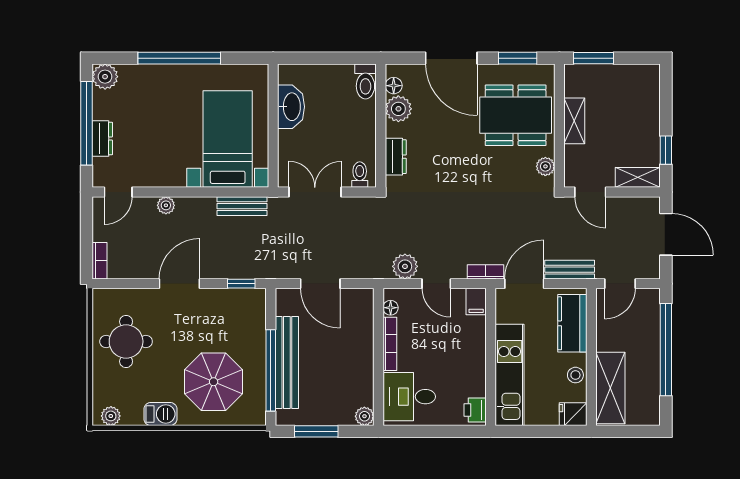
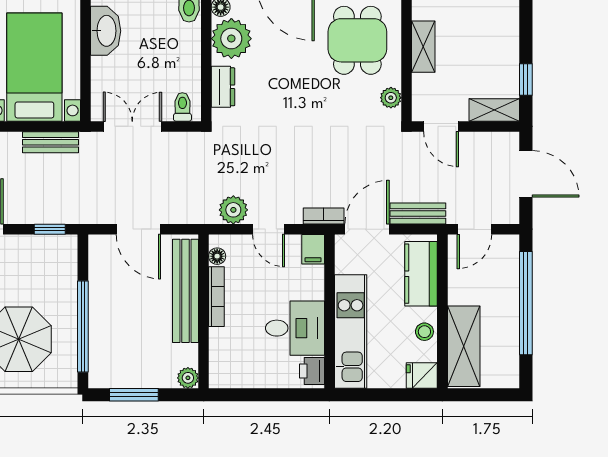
plant: (398, 109) -> (231, 39), width x1.36, depth x1.36
dining table: (516, 115) -> (357, 40), width x0.73
bench: (287, 362) -> (186, 291), moved
desk: (409, 397) -> (295, 328), moved, turned 180

